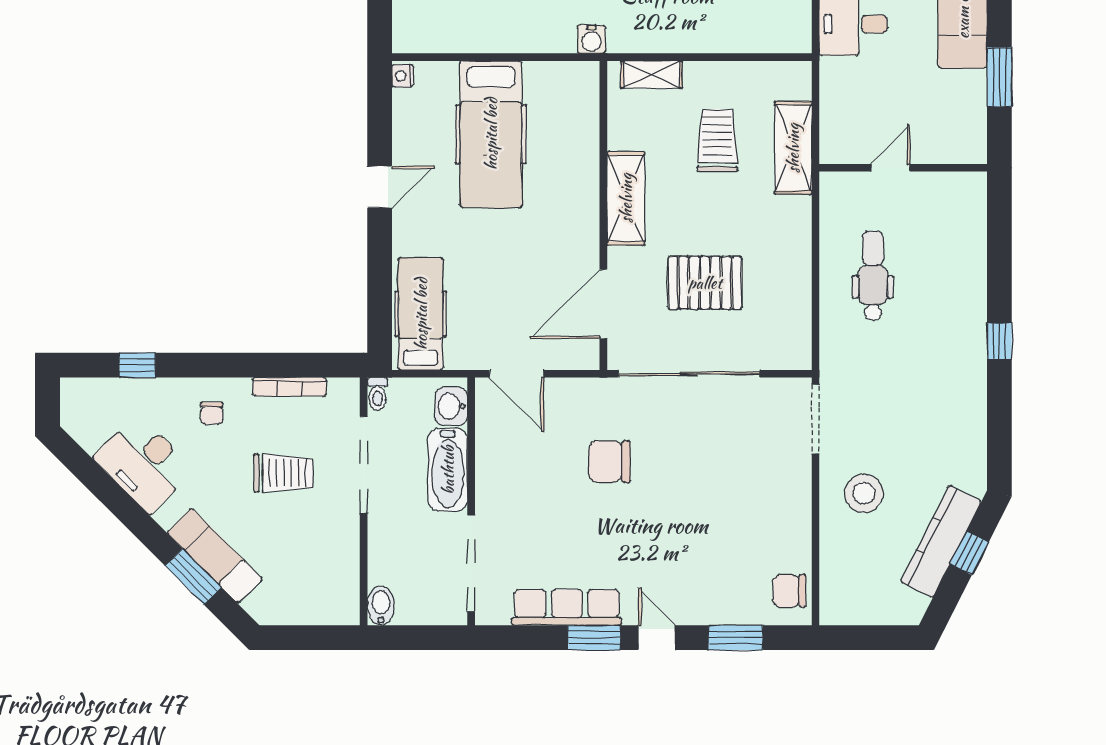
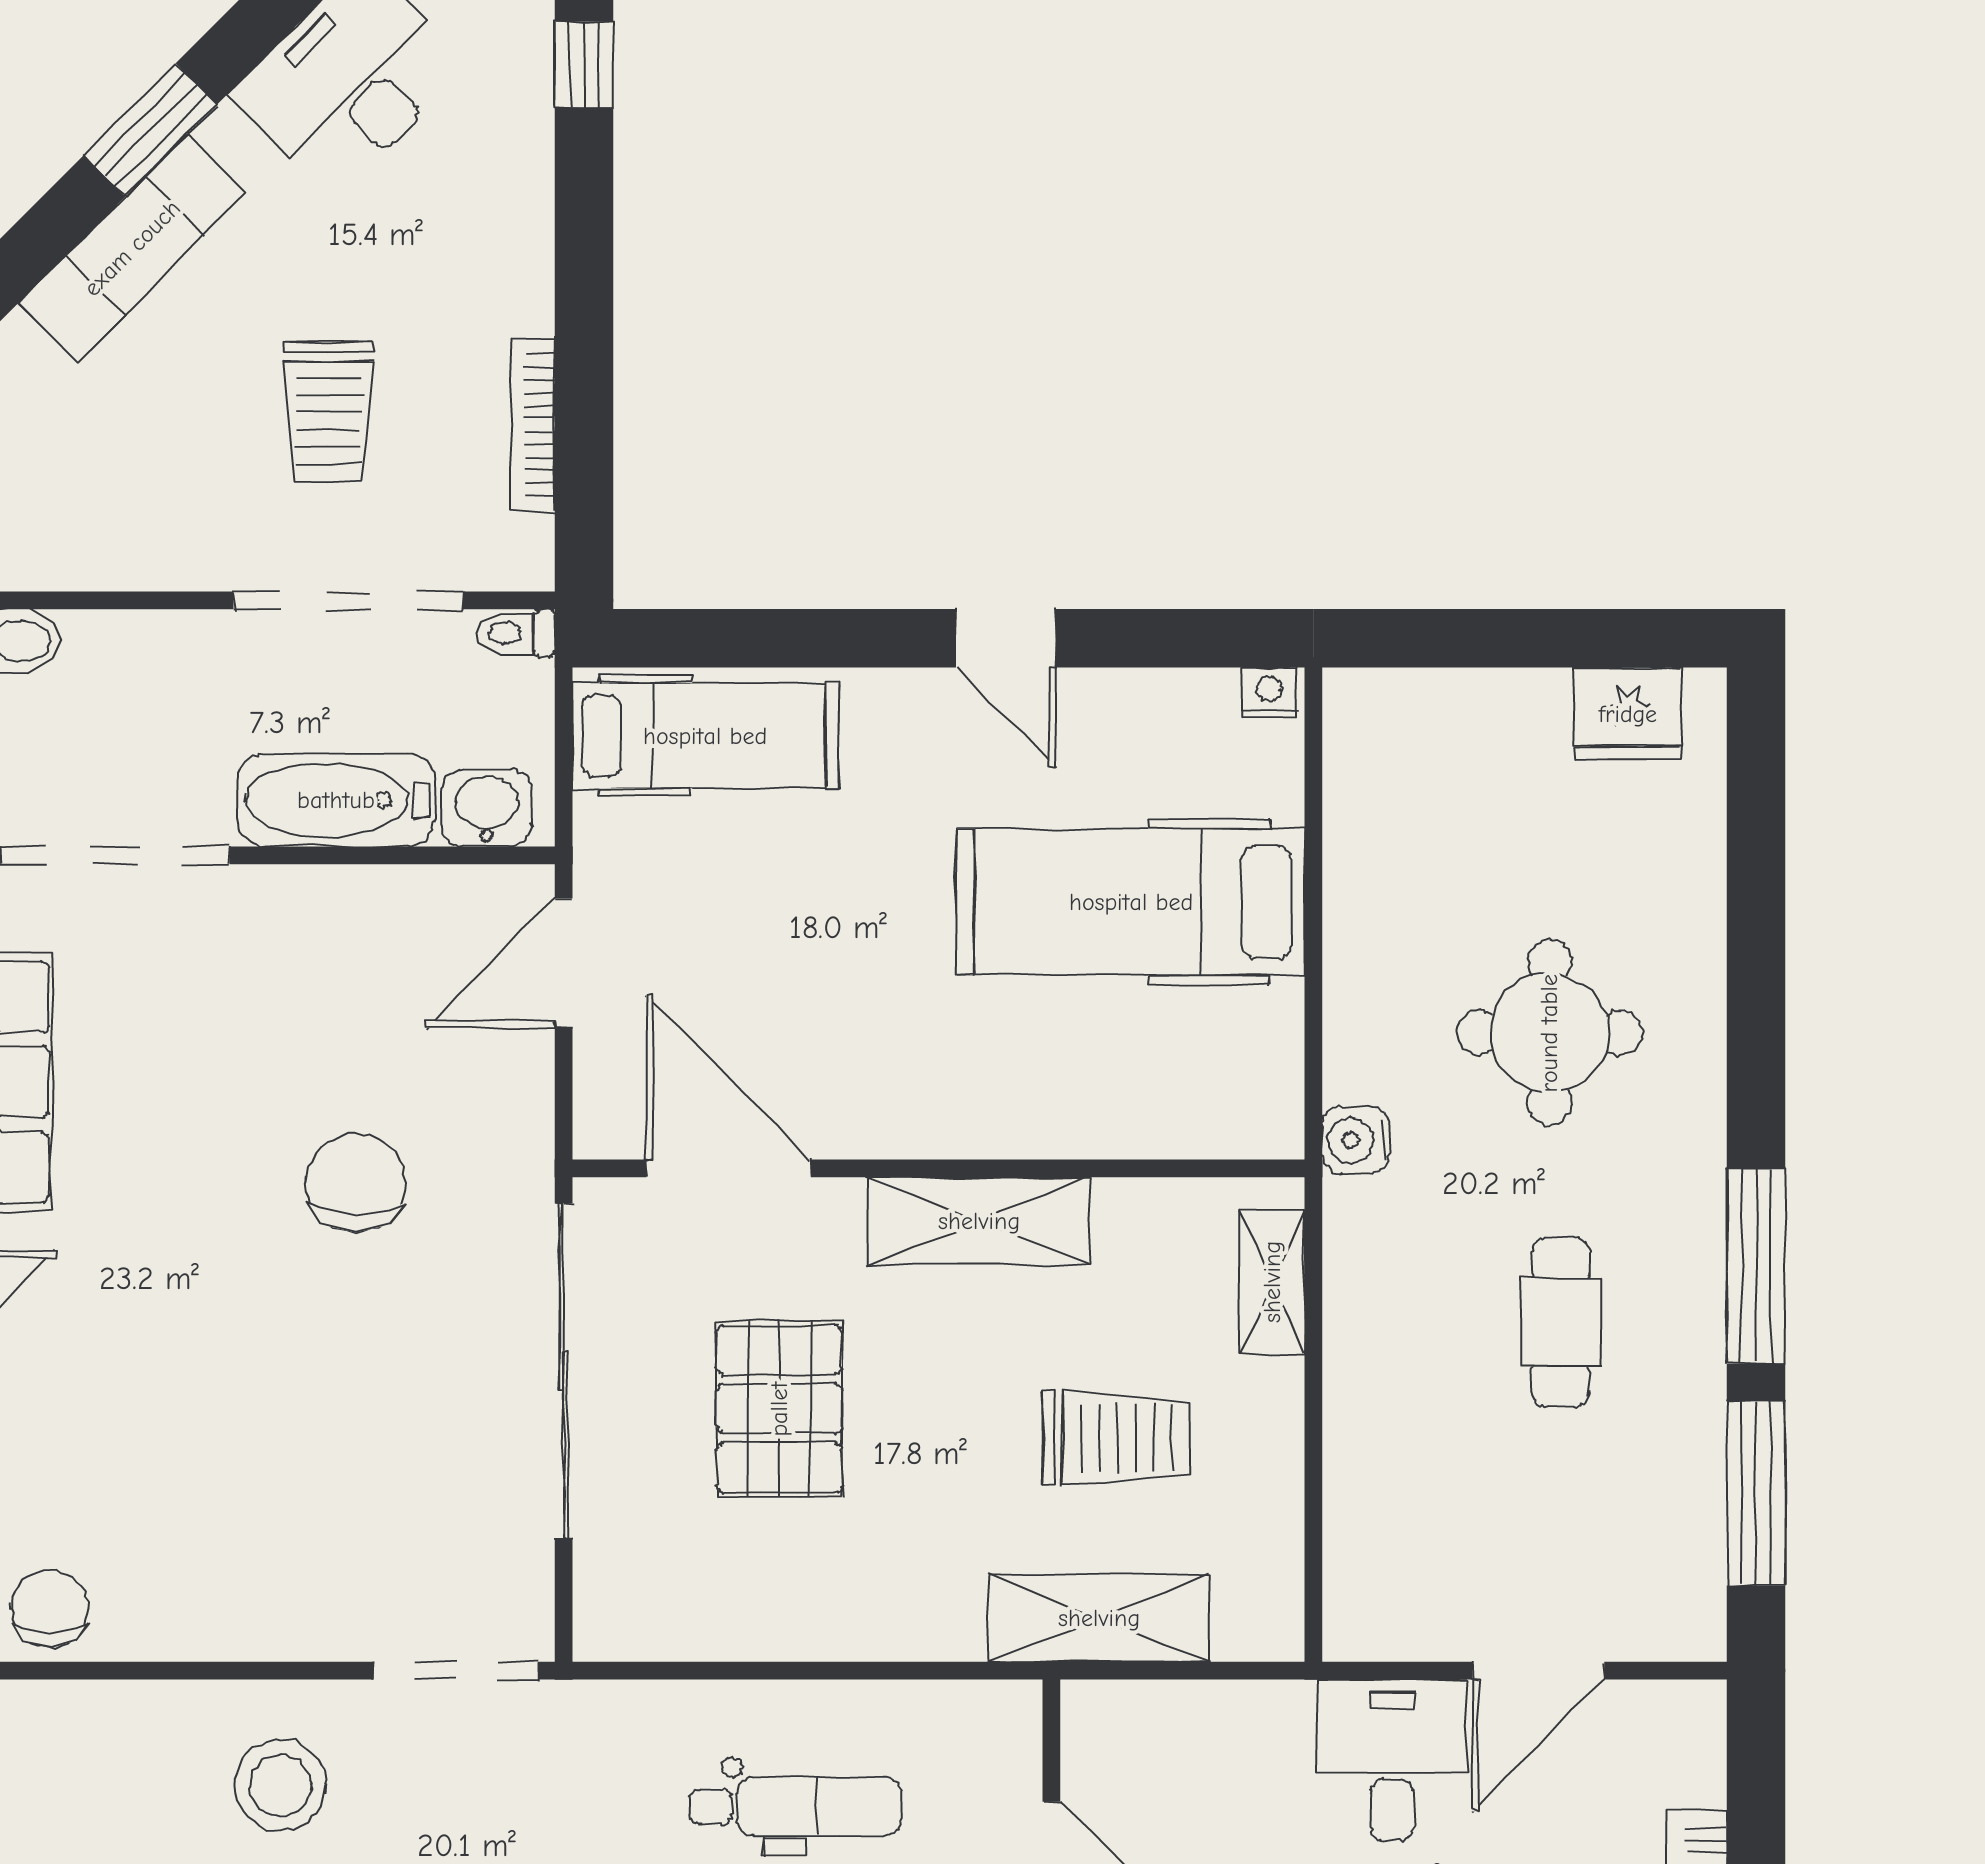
chair: (212, 413) -> (470, 241), removed
window: (193, 577) -> (150, 130), moved

